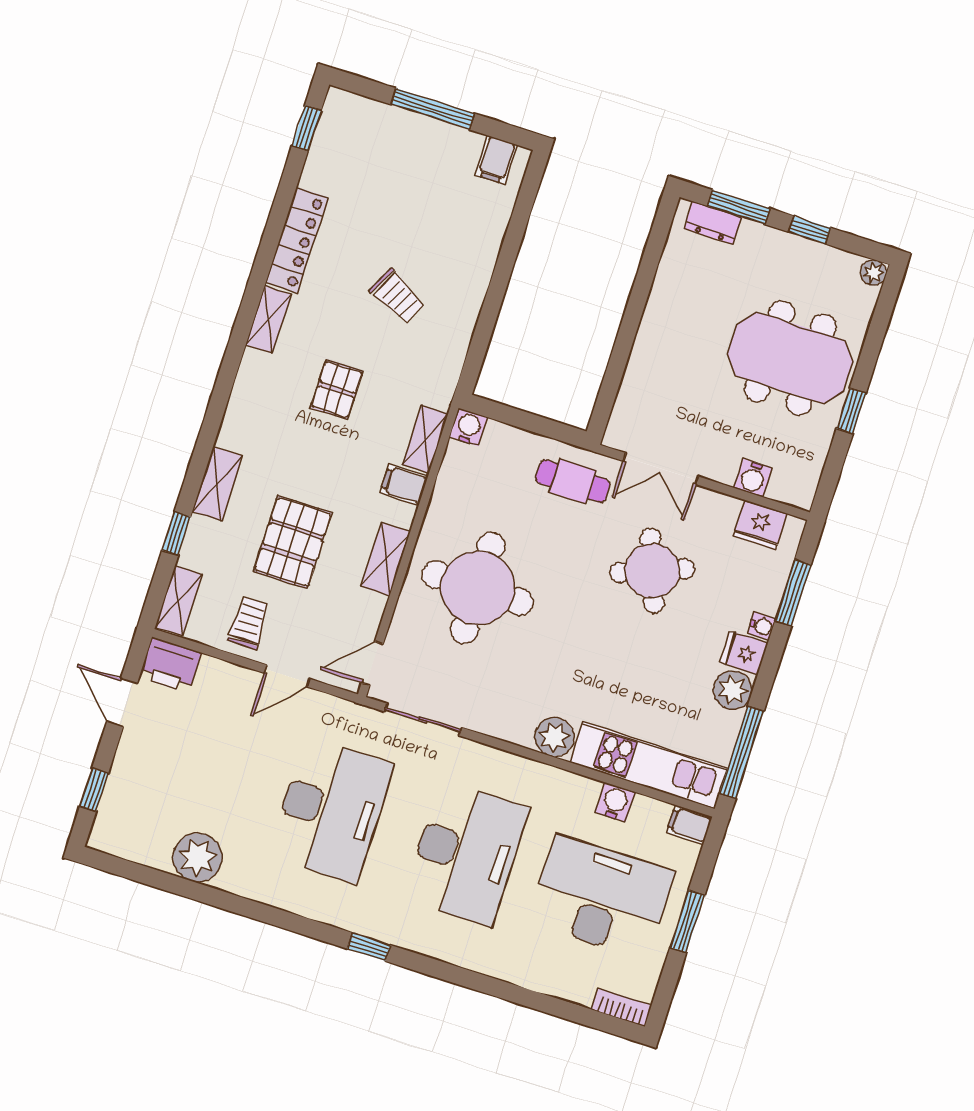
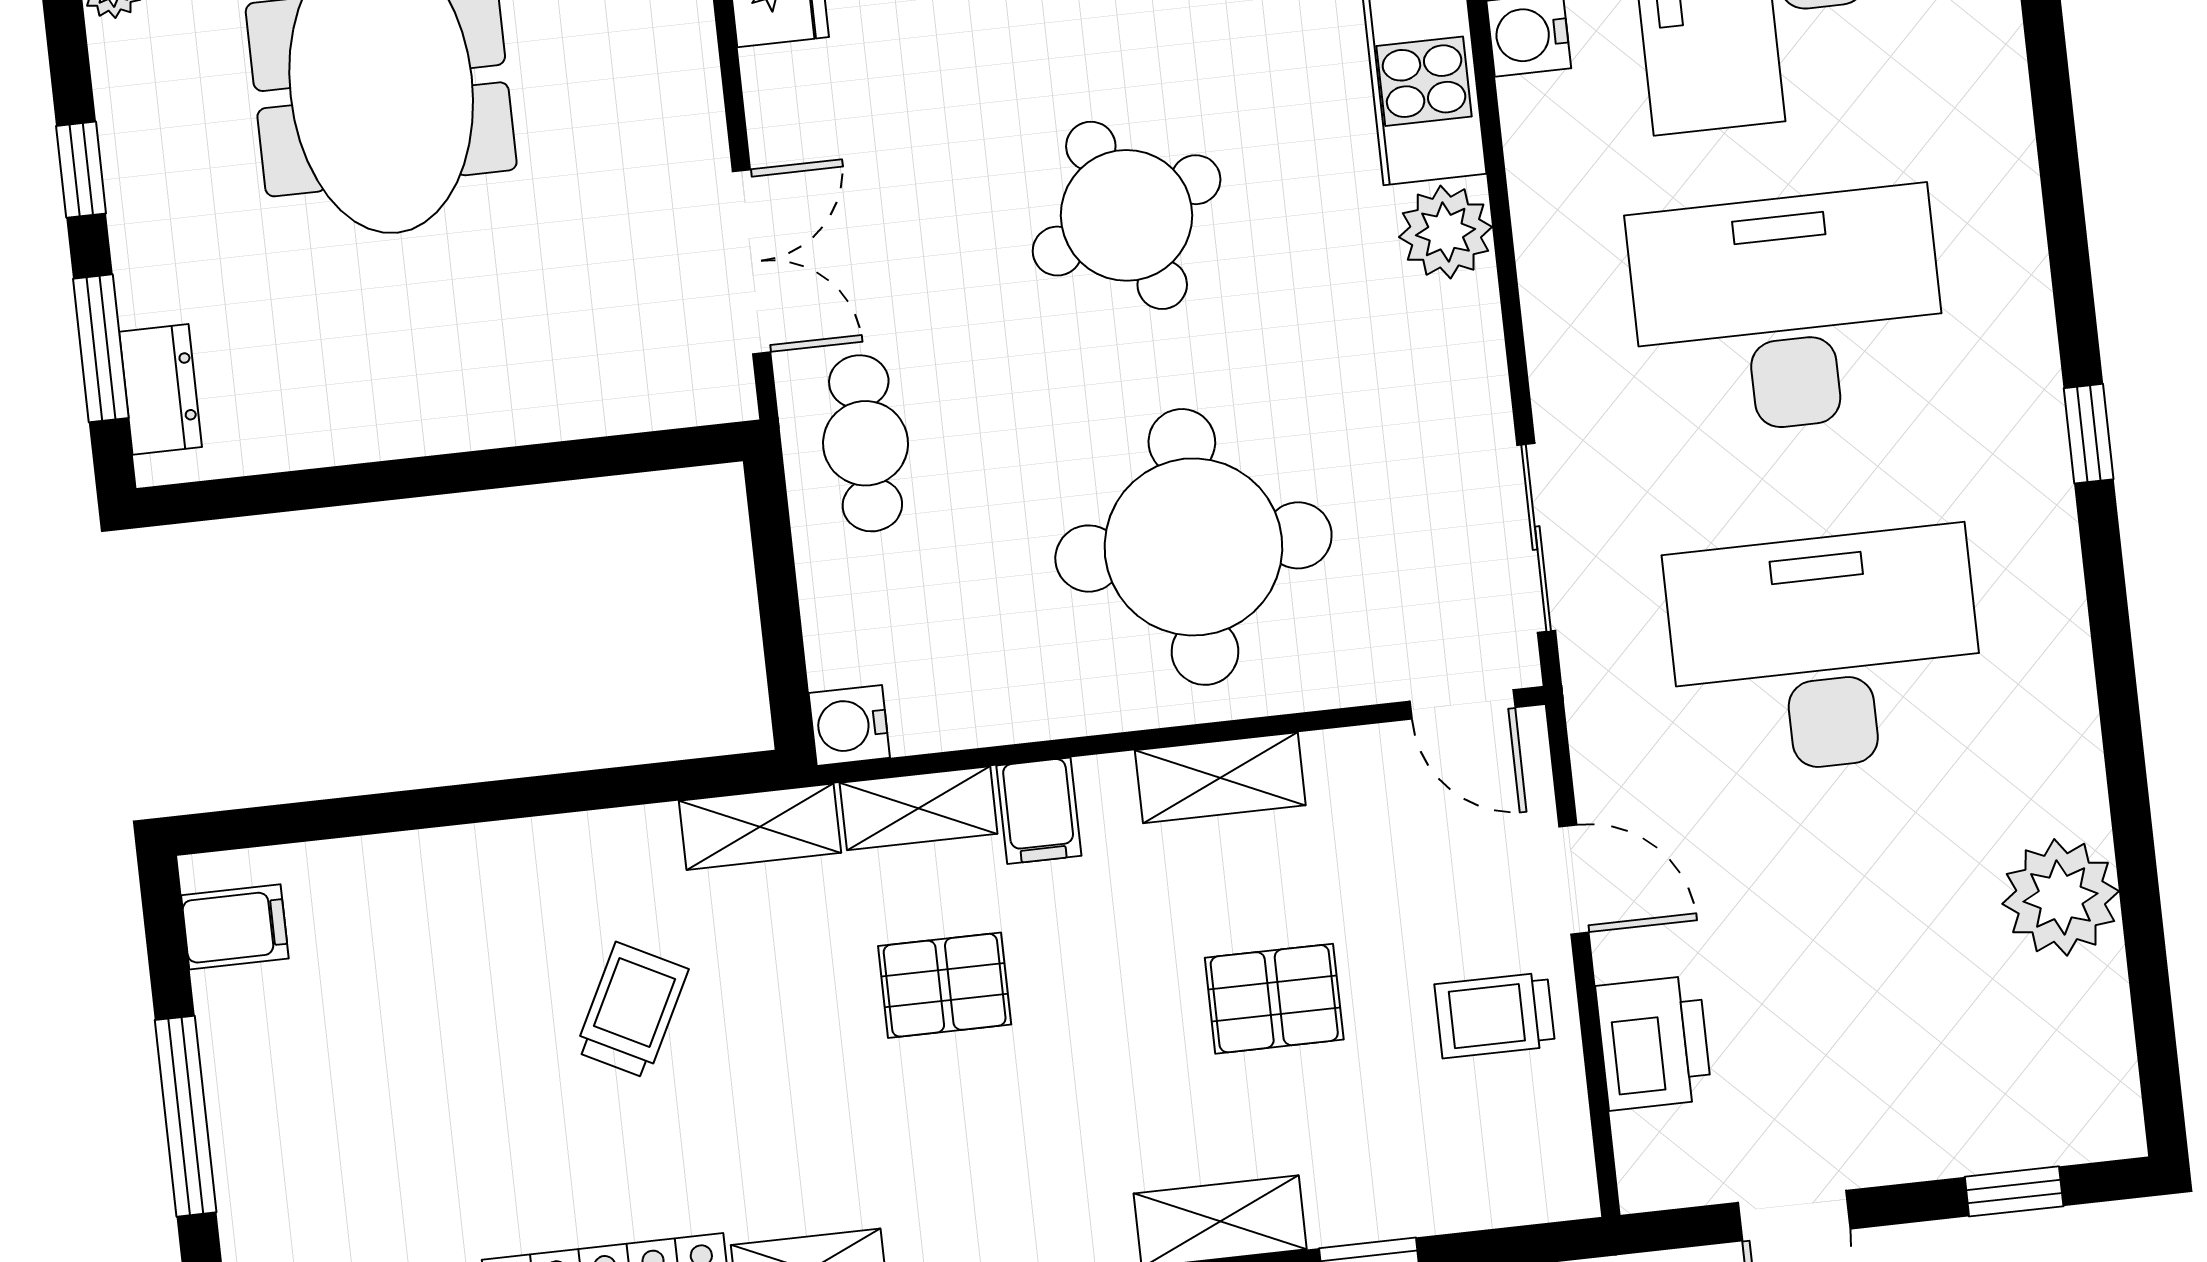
pallet: (337, 389) -> (945, 985), moved
water cooler: (753, 478) -> (681, 51), removed
pallet: (293, 542) -> (1274, 999), width x0.67, depth x0.71
round table: (652, 571) -> (1127, 215), moved
shelving: (179, 601) -> (760, 827), moved
printer: (170, 665) -> (1654, 1043), moved

